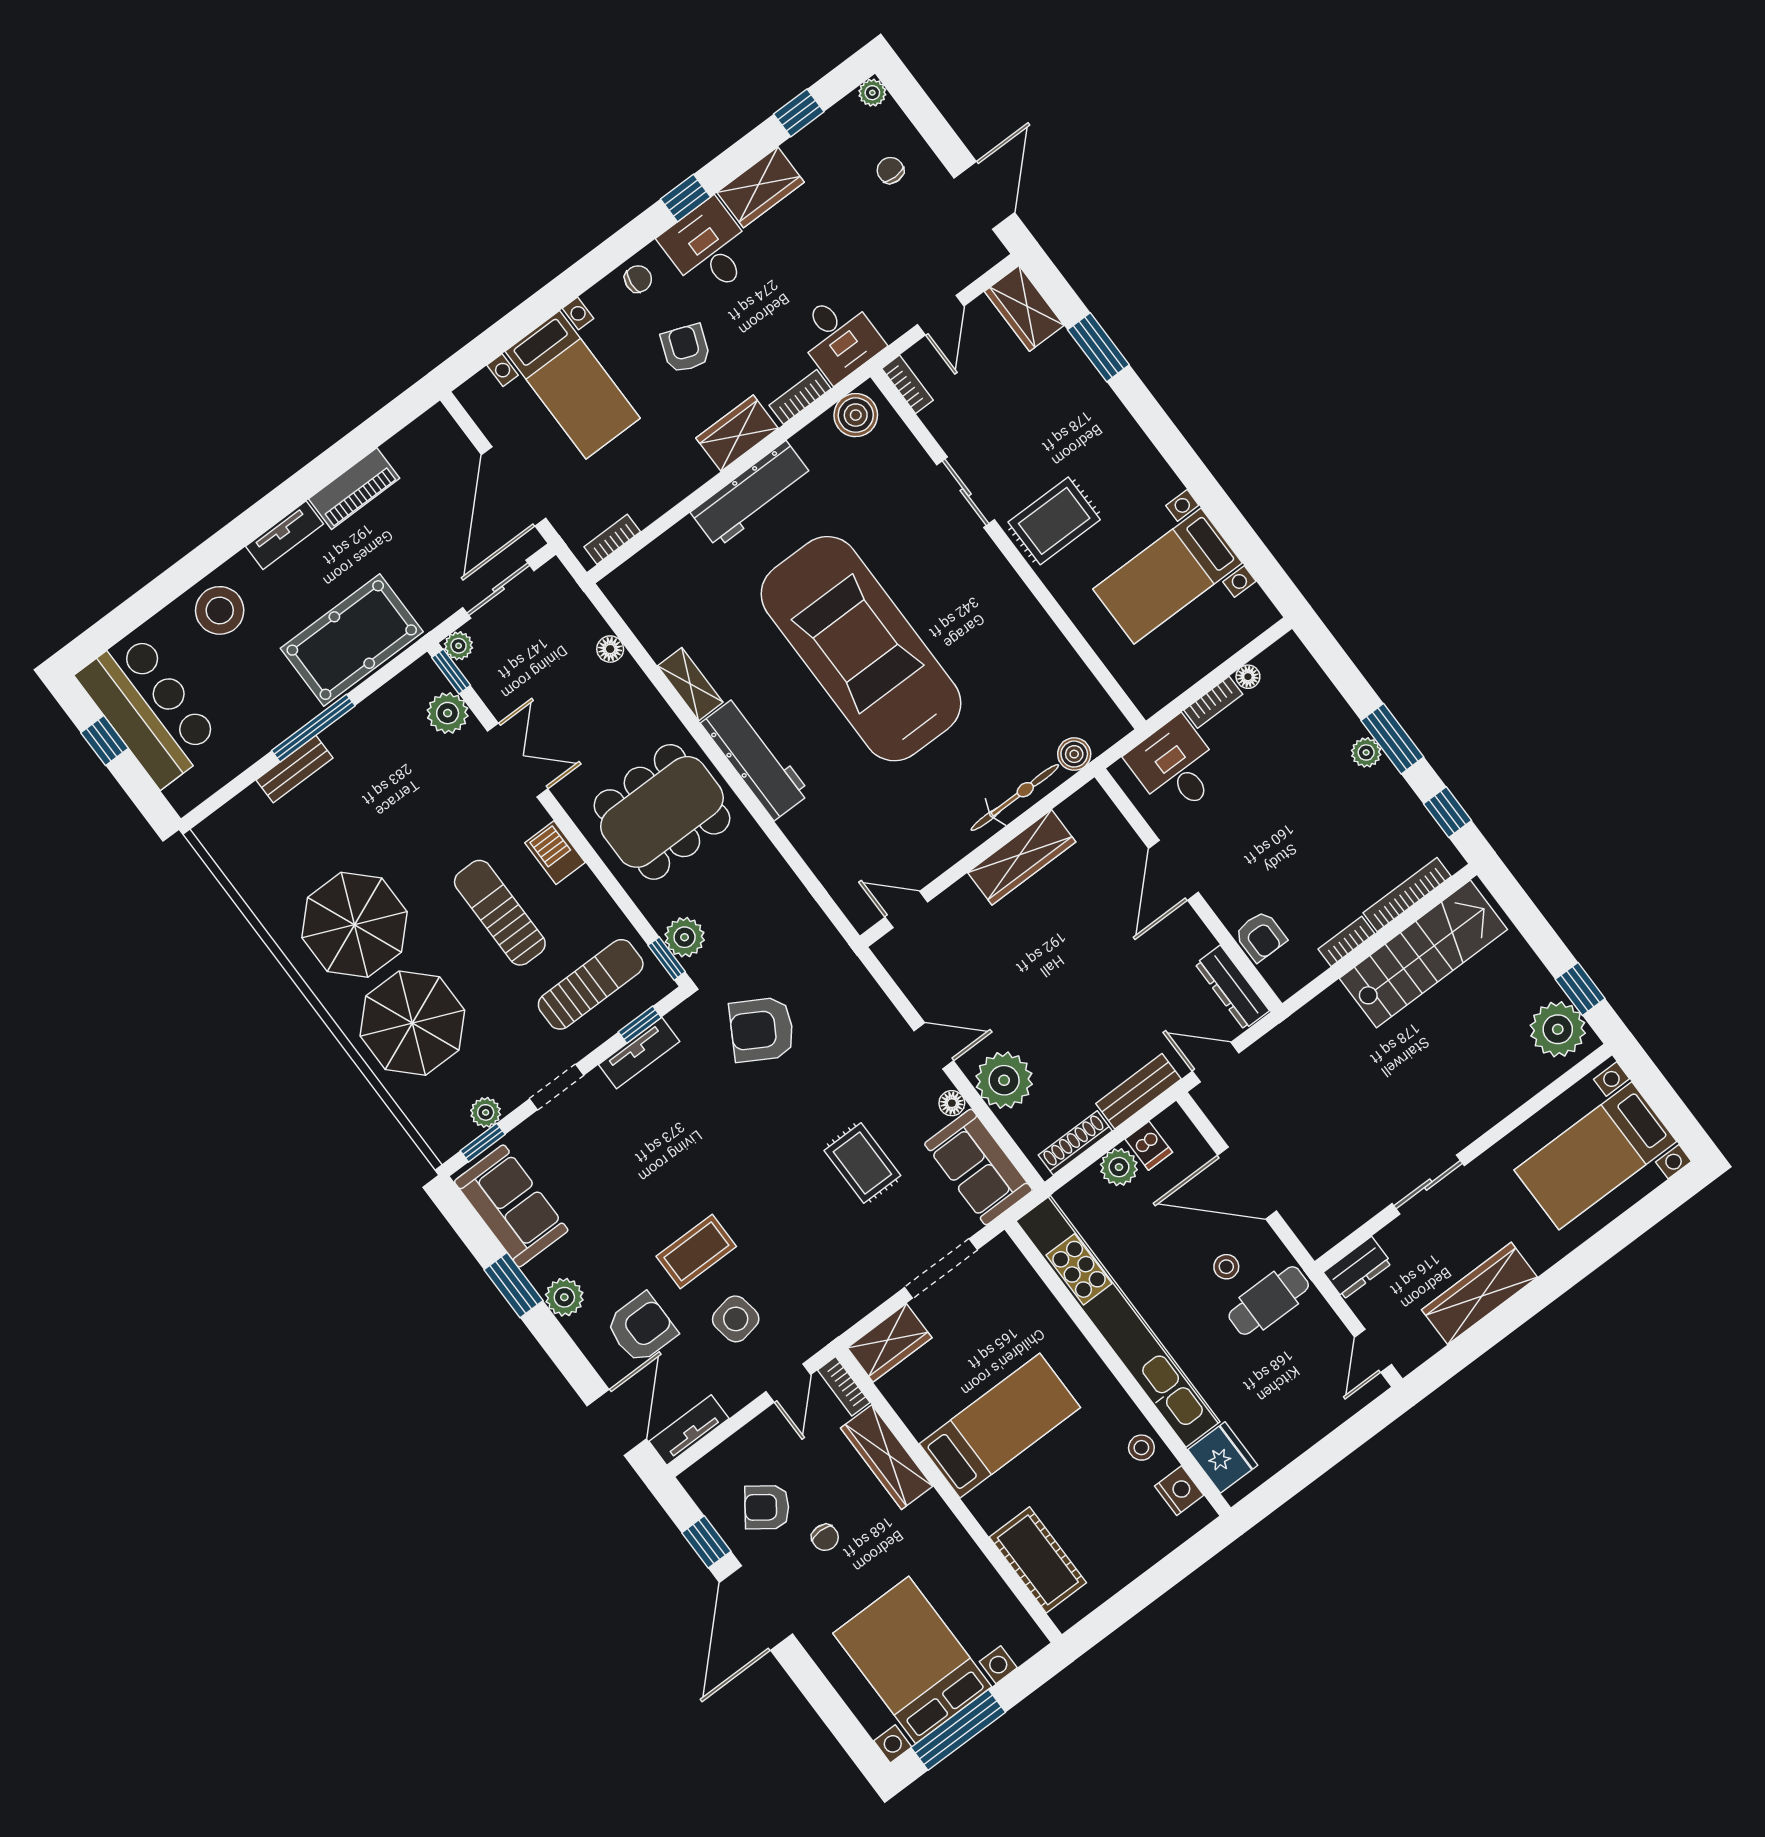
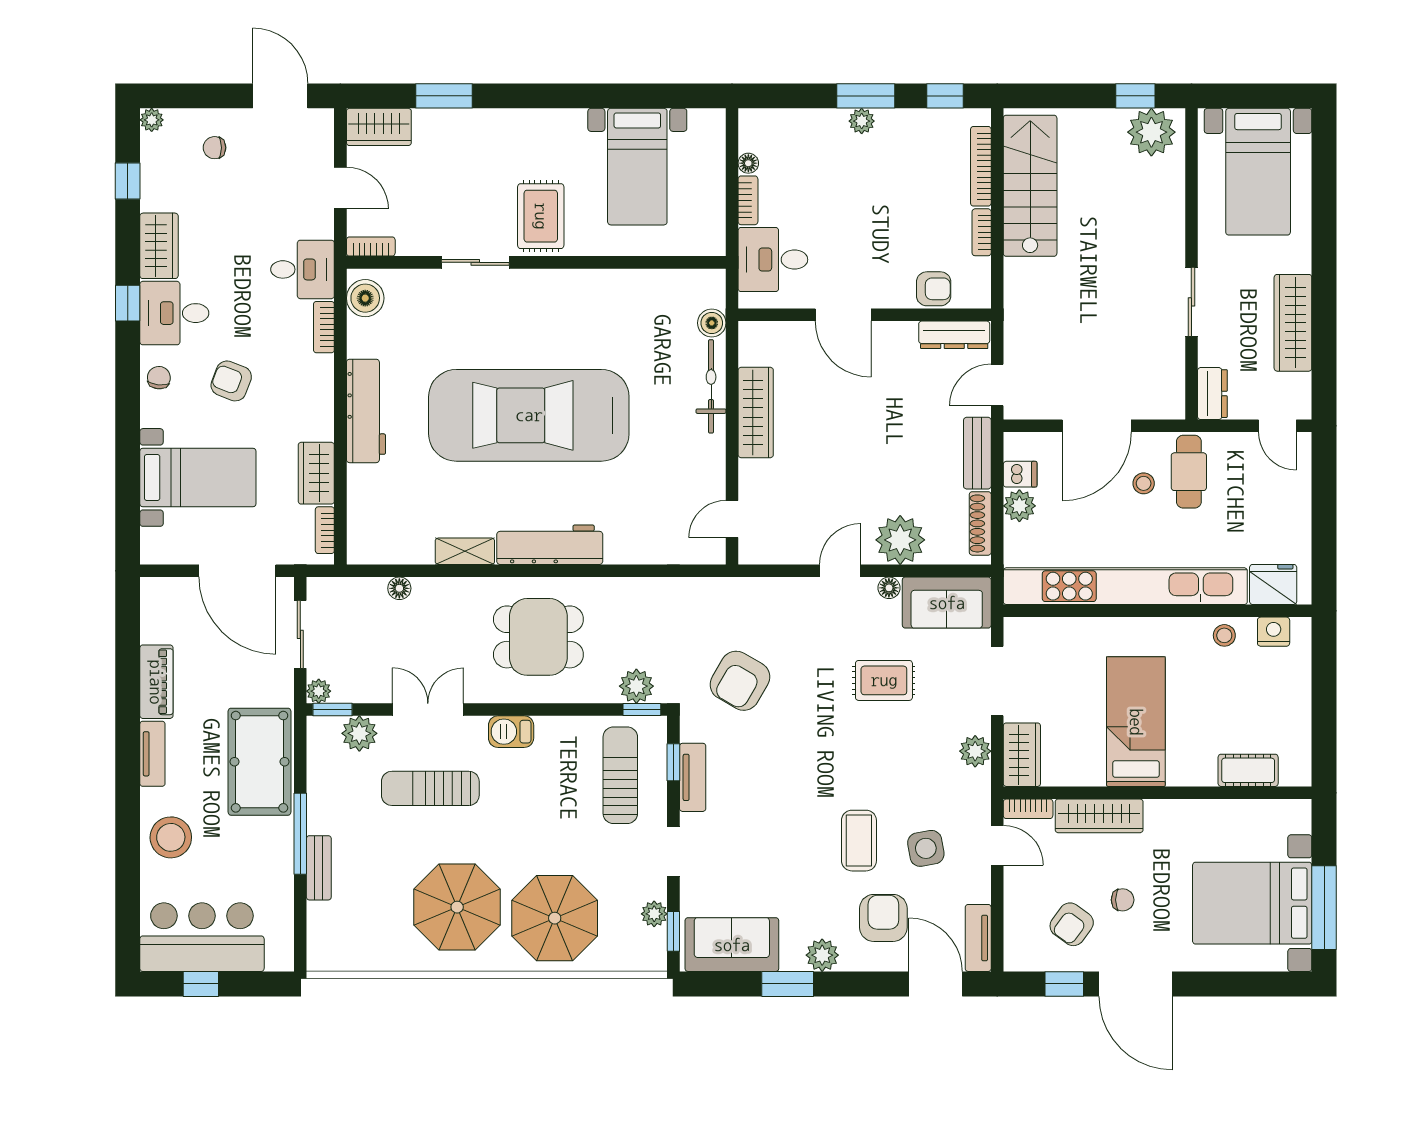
wardrobe: (737, 433) -> (316, 473), moved
dining table: (662, 812) -> (538, 637), width x0.73
sun lounger: (500, 913) -> (430, 788), moved
plant: (860, 1297) -> (975, 751), added
cot: (1038, 1560) -> (1248, 770), width x0.73, depth x0.75

